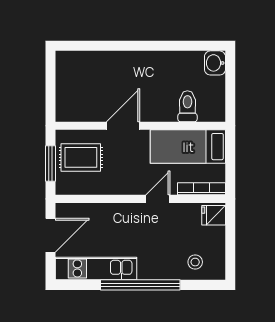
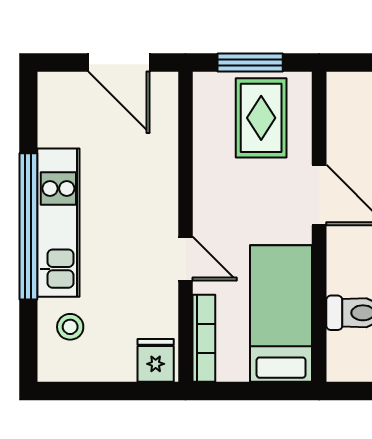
kitchen unit: (96, 268) -> (58, 223), moved

